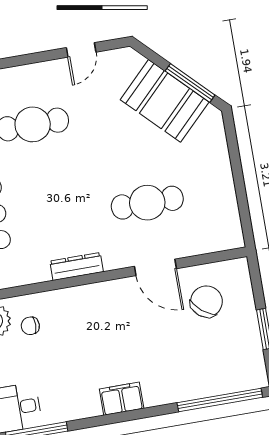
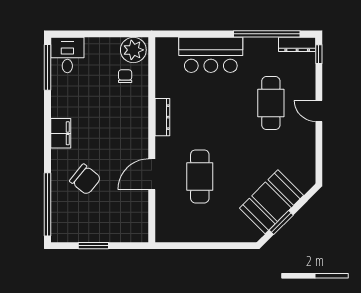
door: (81, 50) -> (319, 111), moved
window: (190, 83) -> (281, 223), width x0.69
chair: (206, 302) -> (85, 179), moved

